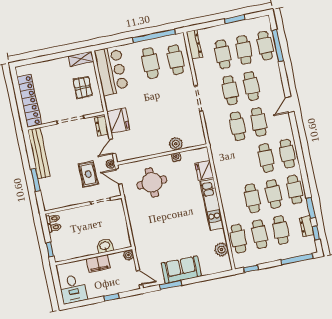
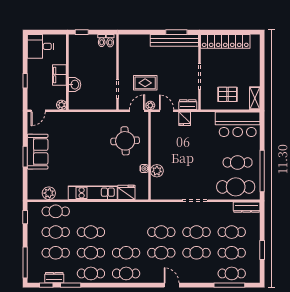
cafe table: (176, 60) -> (236, 187), width x1.37, depth x1.35
fridge: (118, 121) -> (185, 119), width x0.53, depth x0.75
window: (36, 180) -> (176, 32), moved
window: (171, 285) -> (25, 157), moved

